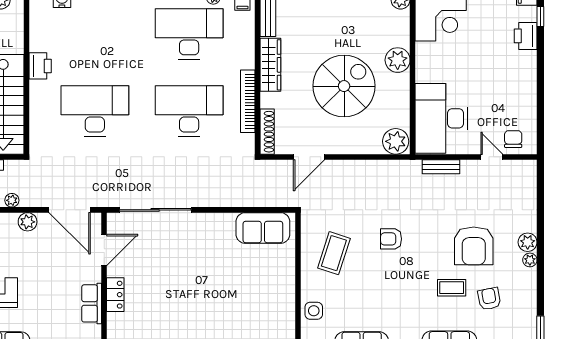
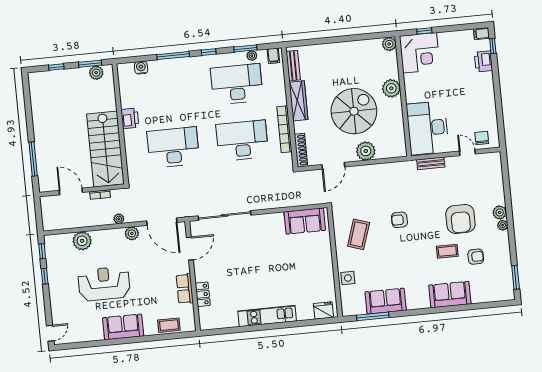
plant: (396, 141) -> (366, 151), moved
locker: (115, 295) -> (203, 294), moved
armchair: (489, 299) -> (476, 257), turned 101

